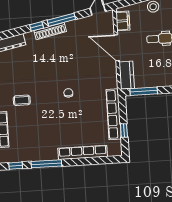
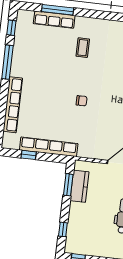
kitchen counter: (127, 75) -> (79, 186), moved, turned -90
window: (144, 91) -> (68, 185), width x0.69

